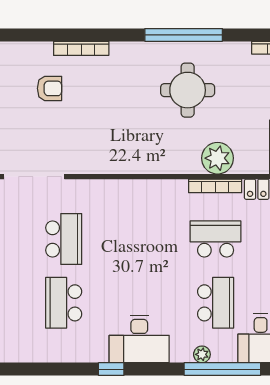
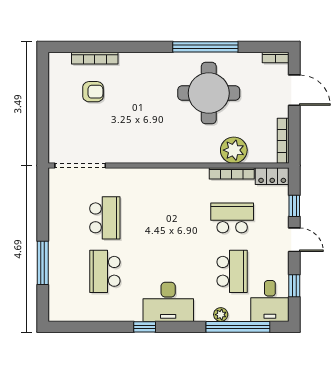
bookcase: (81, 48) -> (95, 58), moved
round table: (188, 90) -> (209, 93), width x1.36, depth x1.36

